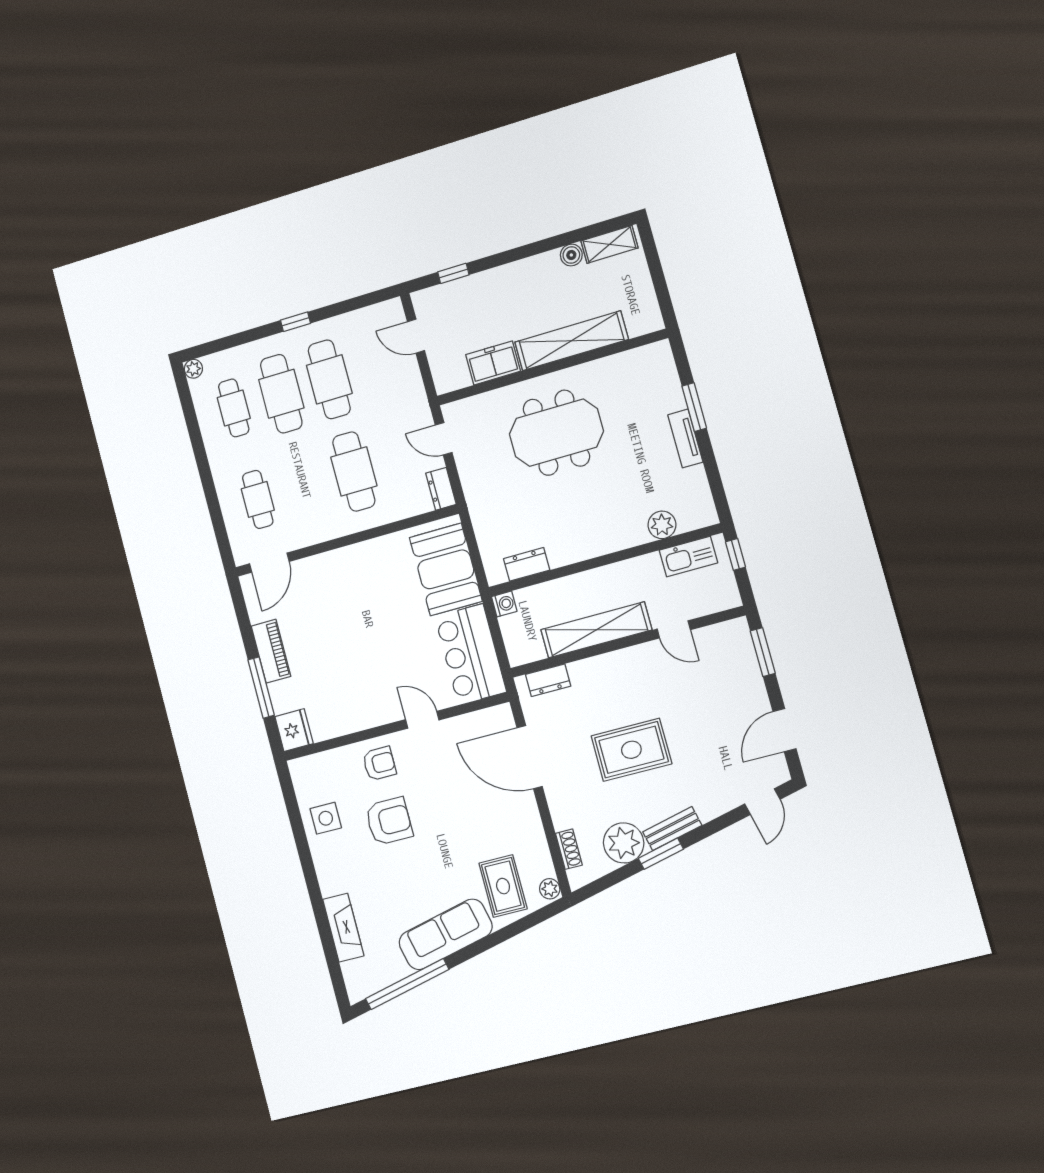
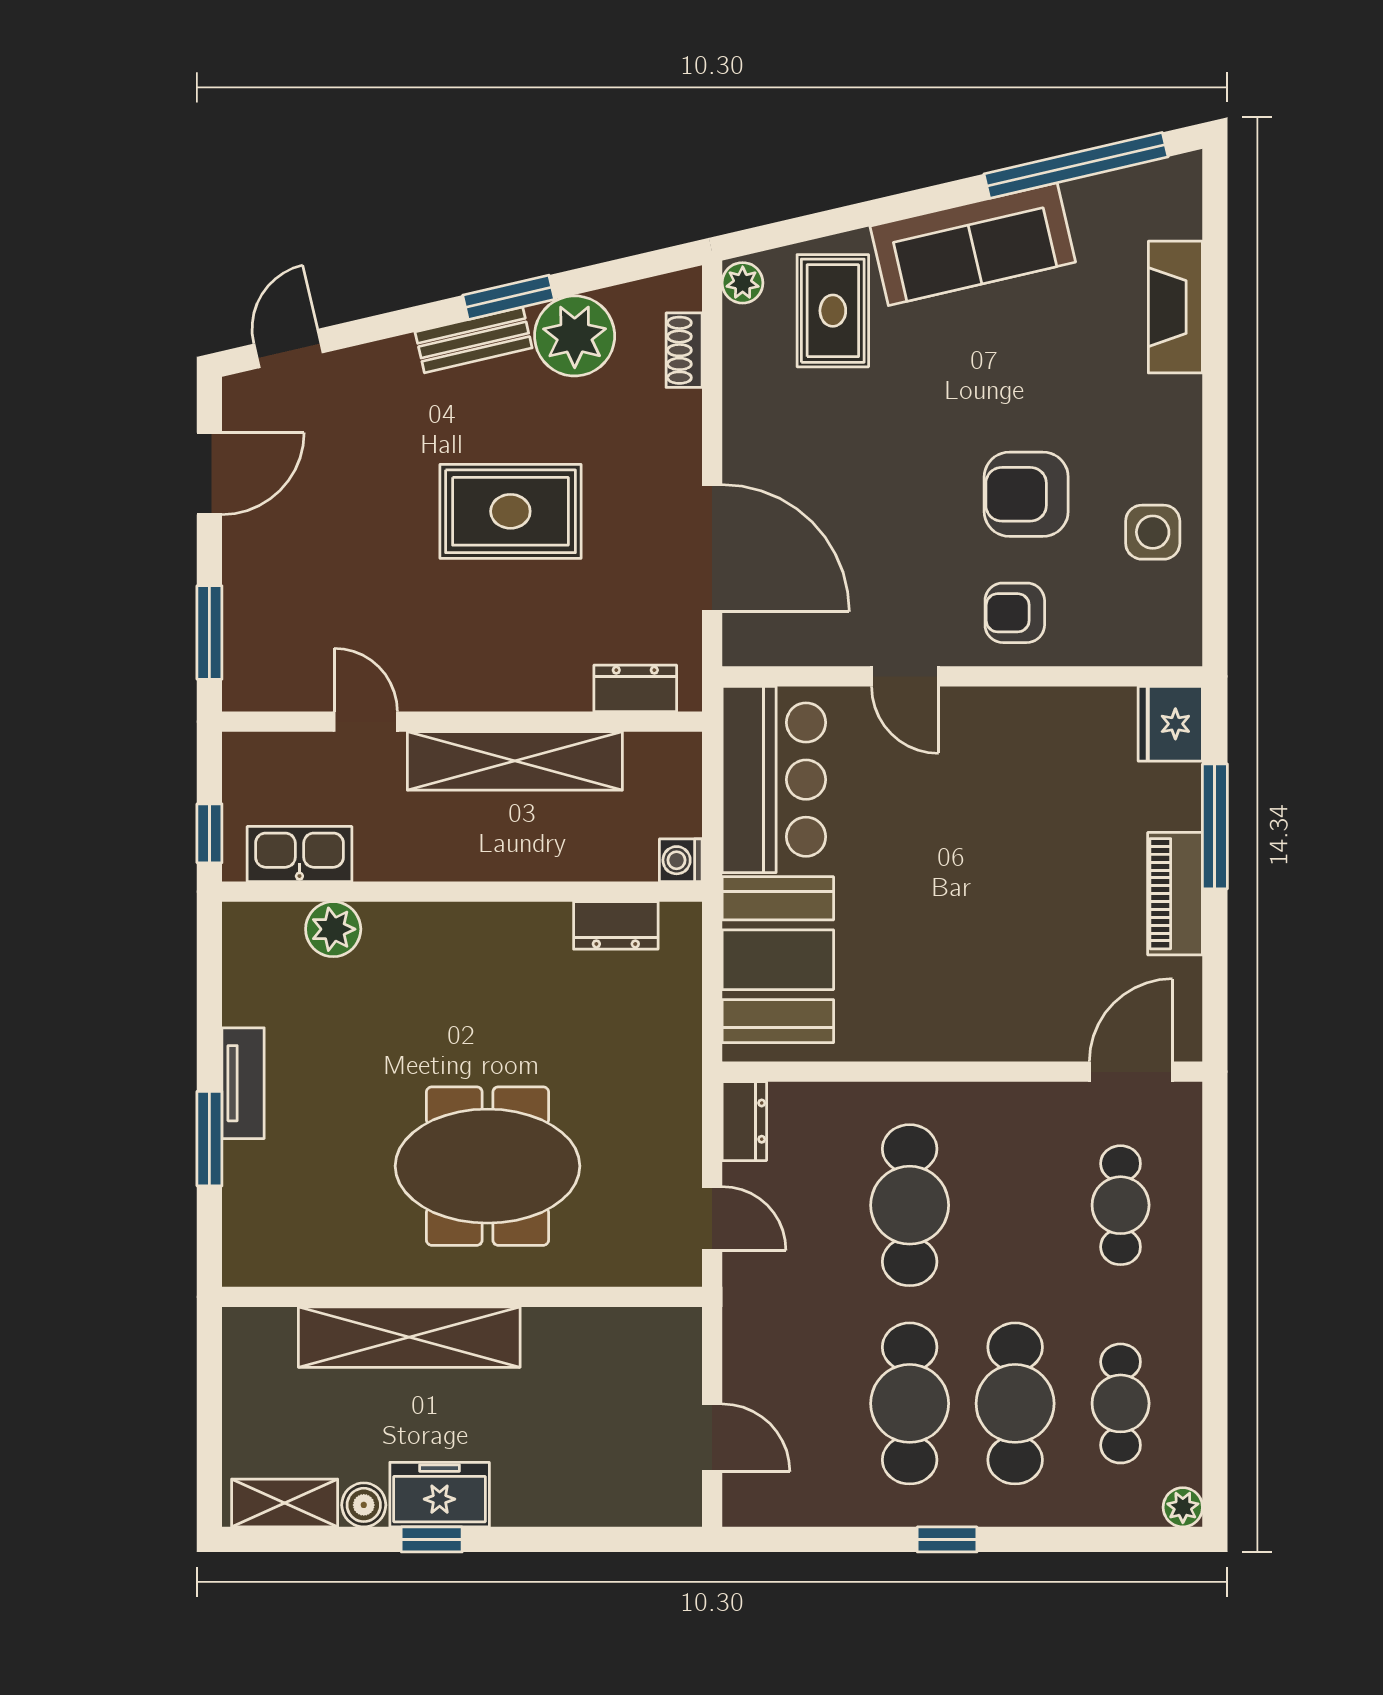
window: (453, 273) -> (432, 1539), moved
freezer: (493, 363) -> (440, 1495), moved, turned 180

